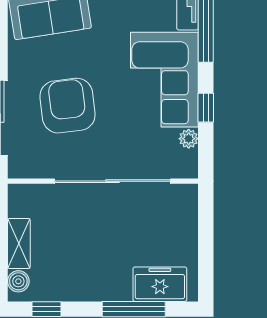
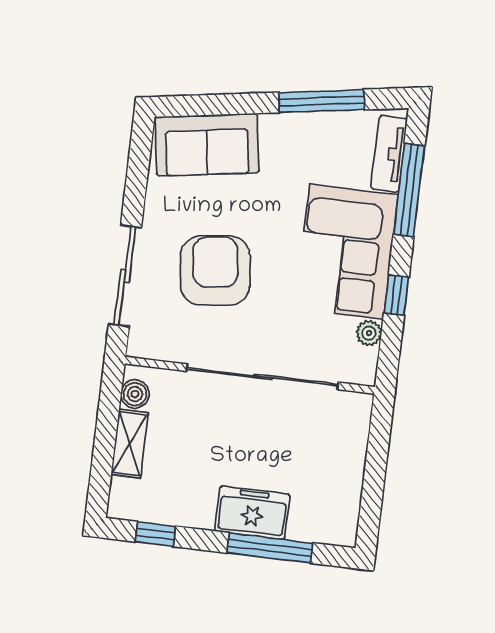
boiler: (18, 281) -> (135, 394), moved
freezer: (160, 284) -> (252, 513), moved

